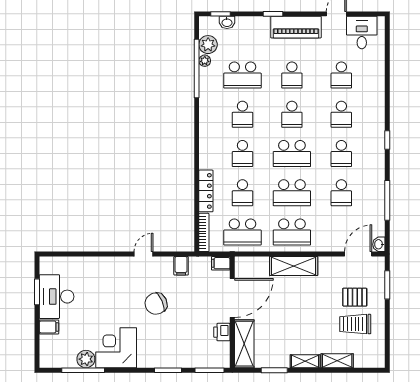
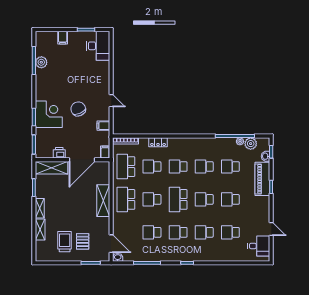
piano: (296, 27) -> (262, 179), moved
school desk: (242, 75) -> (230, 167), width x0.54
locker: (206, 191) -> (158, 142), width x0.66
school desk: (292, 193) -> (152, 199), width x0.54
desk: (57, 297) -> (98, 46), moved, turned 90
door: (232, 298) -> (82, 160), hinge flipped
corner desk: (116, 348) -> (49, 114), moved

